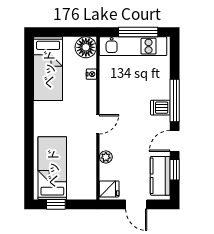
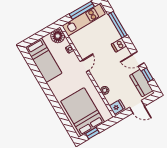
window: (175, 101) -> (118, 25), moved
door: (98, 124) -> (84, 66), moved
door: (175, 141) -> (138, 59), hinge flipped
bed: (52, 168) -> (83, 112), width x1.50

